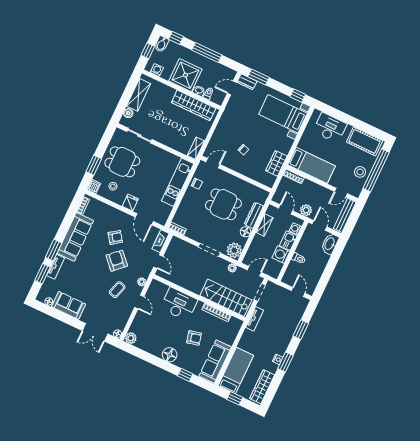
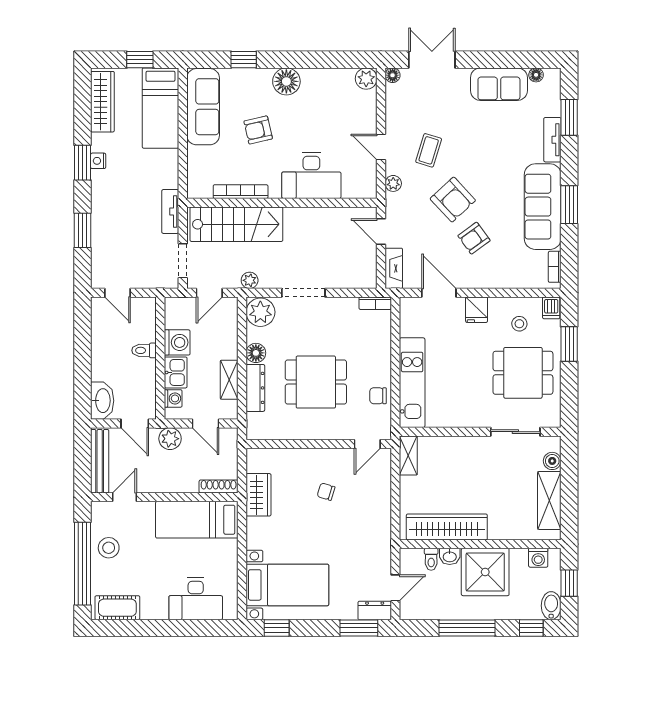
cot: (365, 141) -> (117, 608), width x0.73, depth x0.75
window: (54, 250) -> (569, 205), moved

